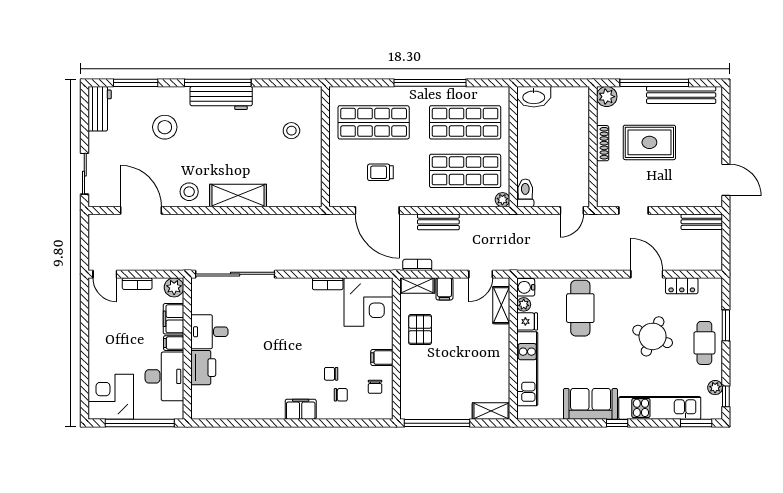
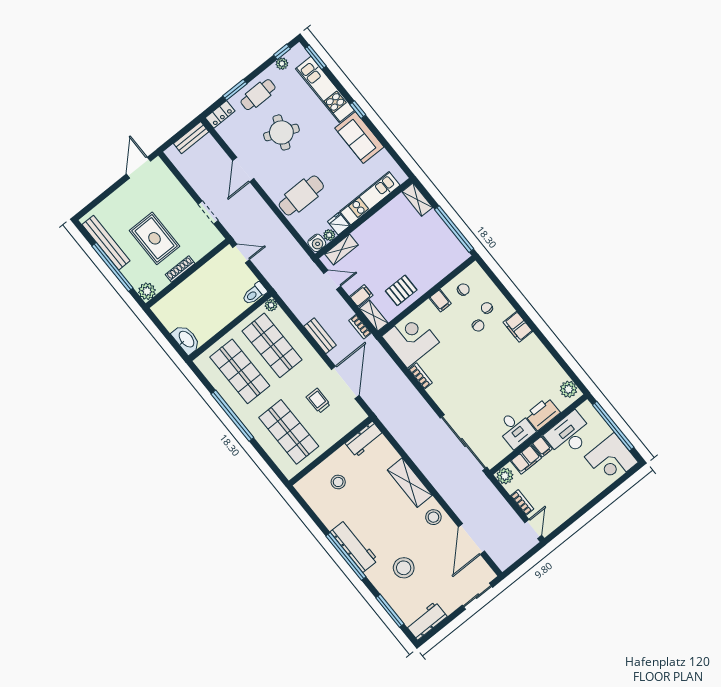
trolley: (380, 172) -> (318, 401), turned 180
workbench: (311, 186) -> (364, 439), added
bench: (702, 222) -> (191, 138), moved, turned 90
locker: (682, 286) -> (220, 114), moved, turned 90
plant: (206, 409) -> (569, 389), added

